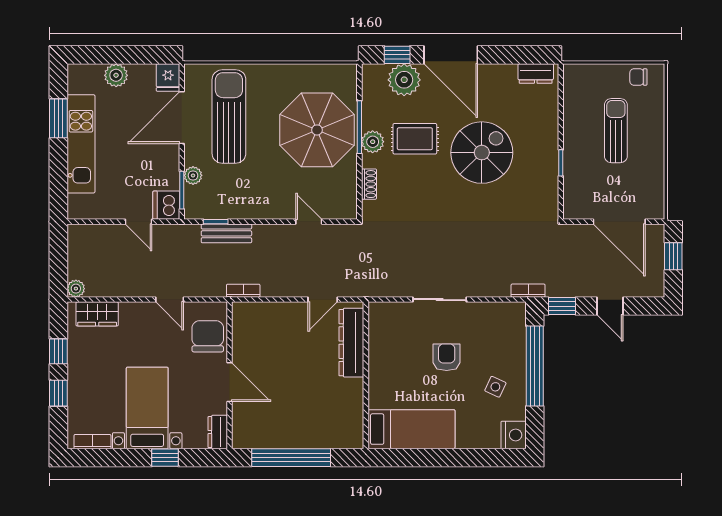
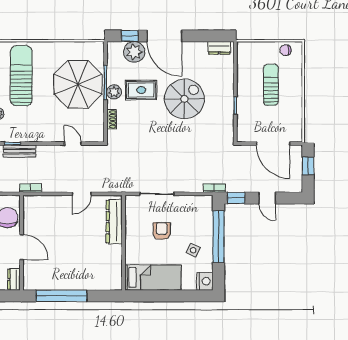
dresser: (351, 343) -> (114, 222), moved
wall: (366, 375) -> (124, 243), moved
bed: (411, 429) -> (153, 277), moved

